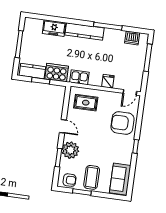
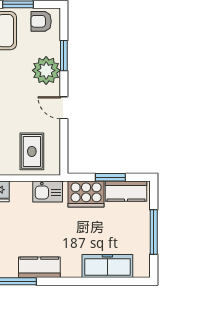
freezer: (54, 28) -> (107, 266), width x1.40
kitchen counter: (85, 31) -> (39, 267), width x0.67
rug: (86, 103) -> (32, 151), turned 90

